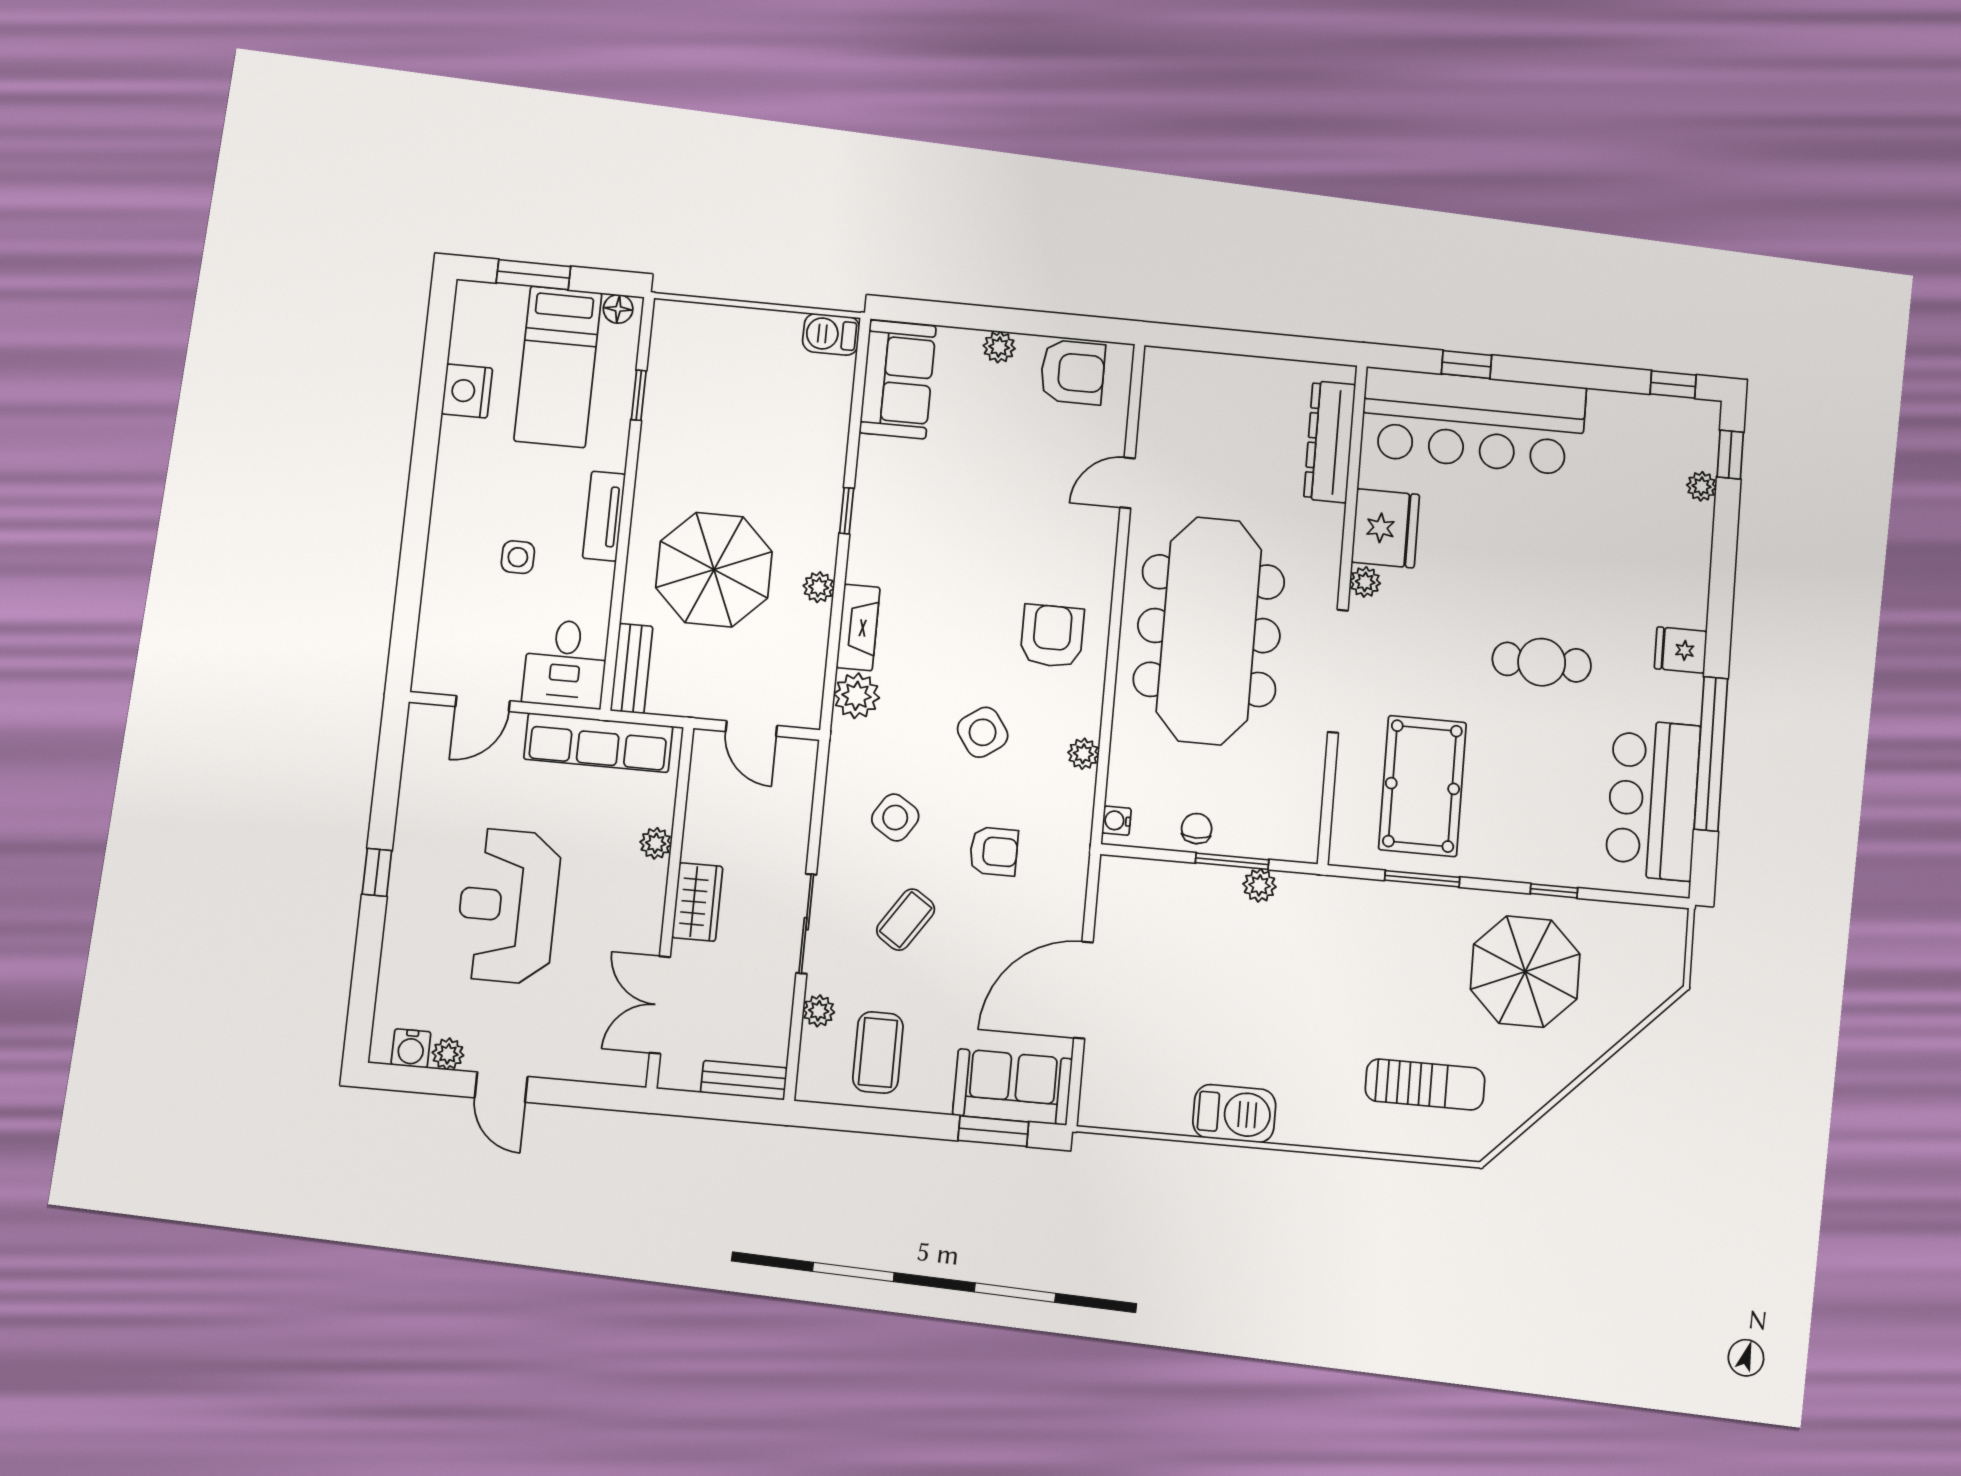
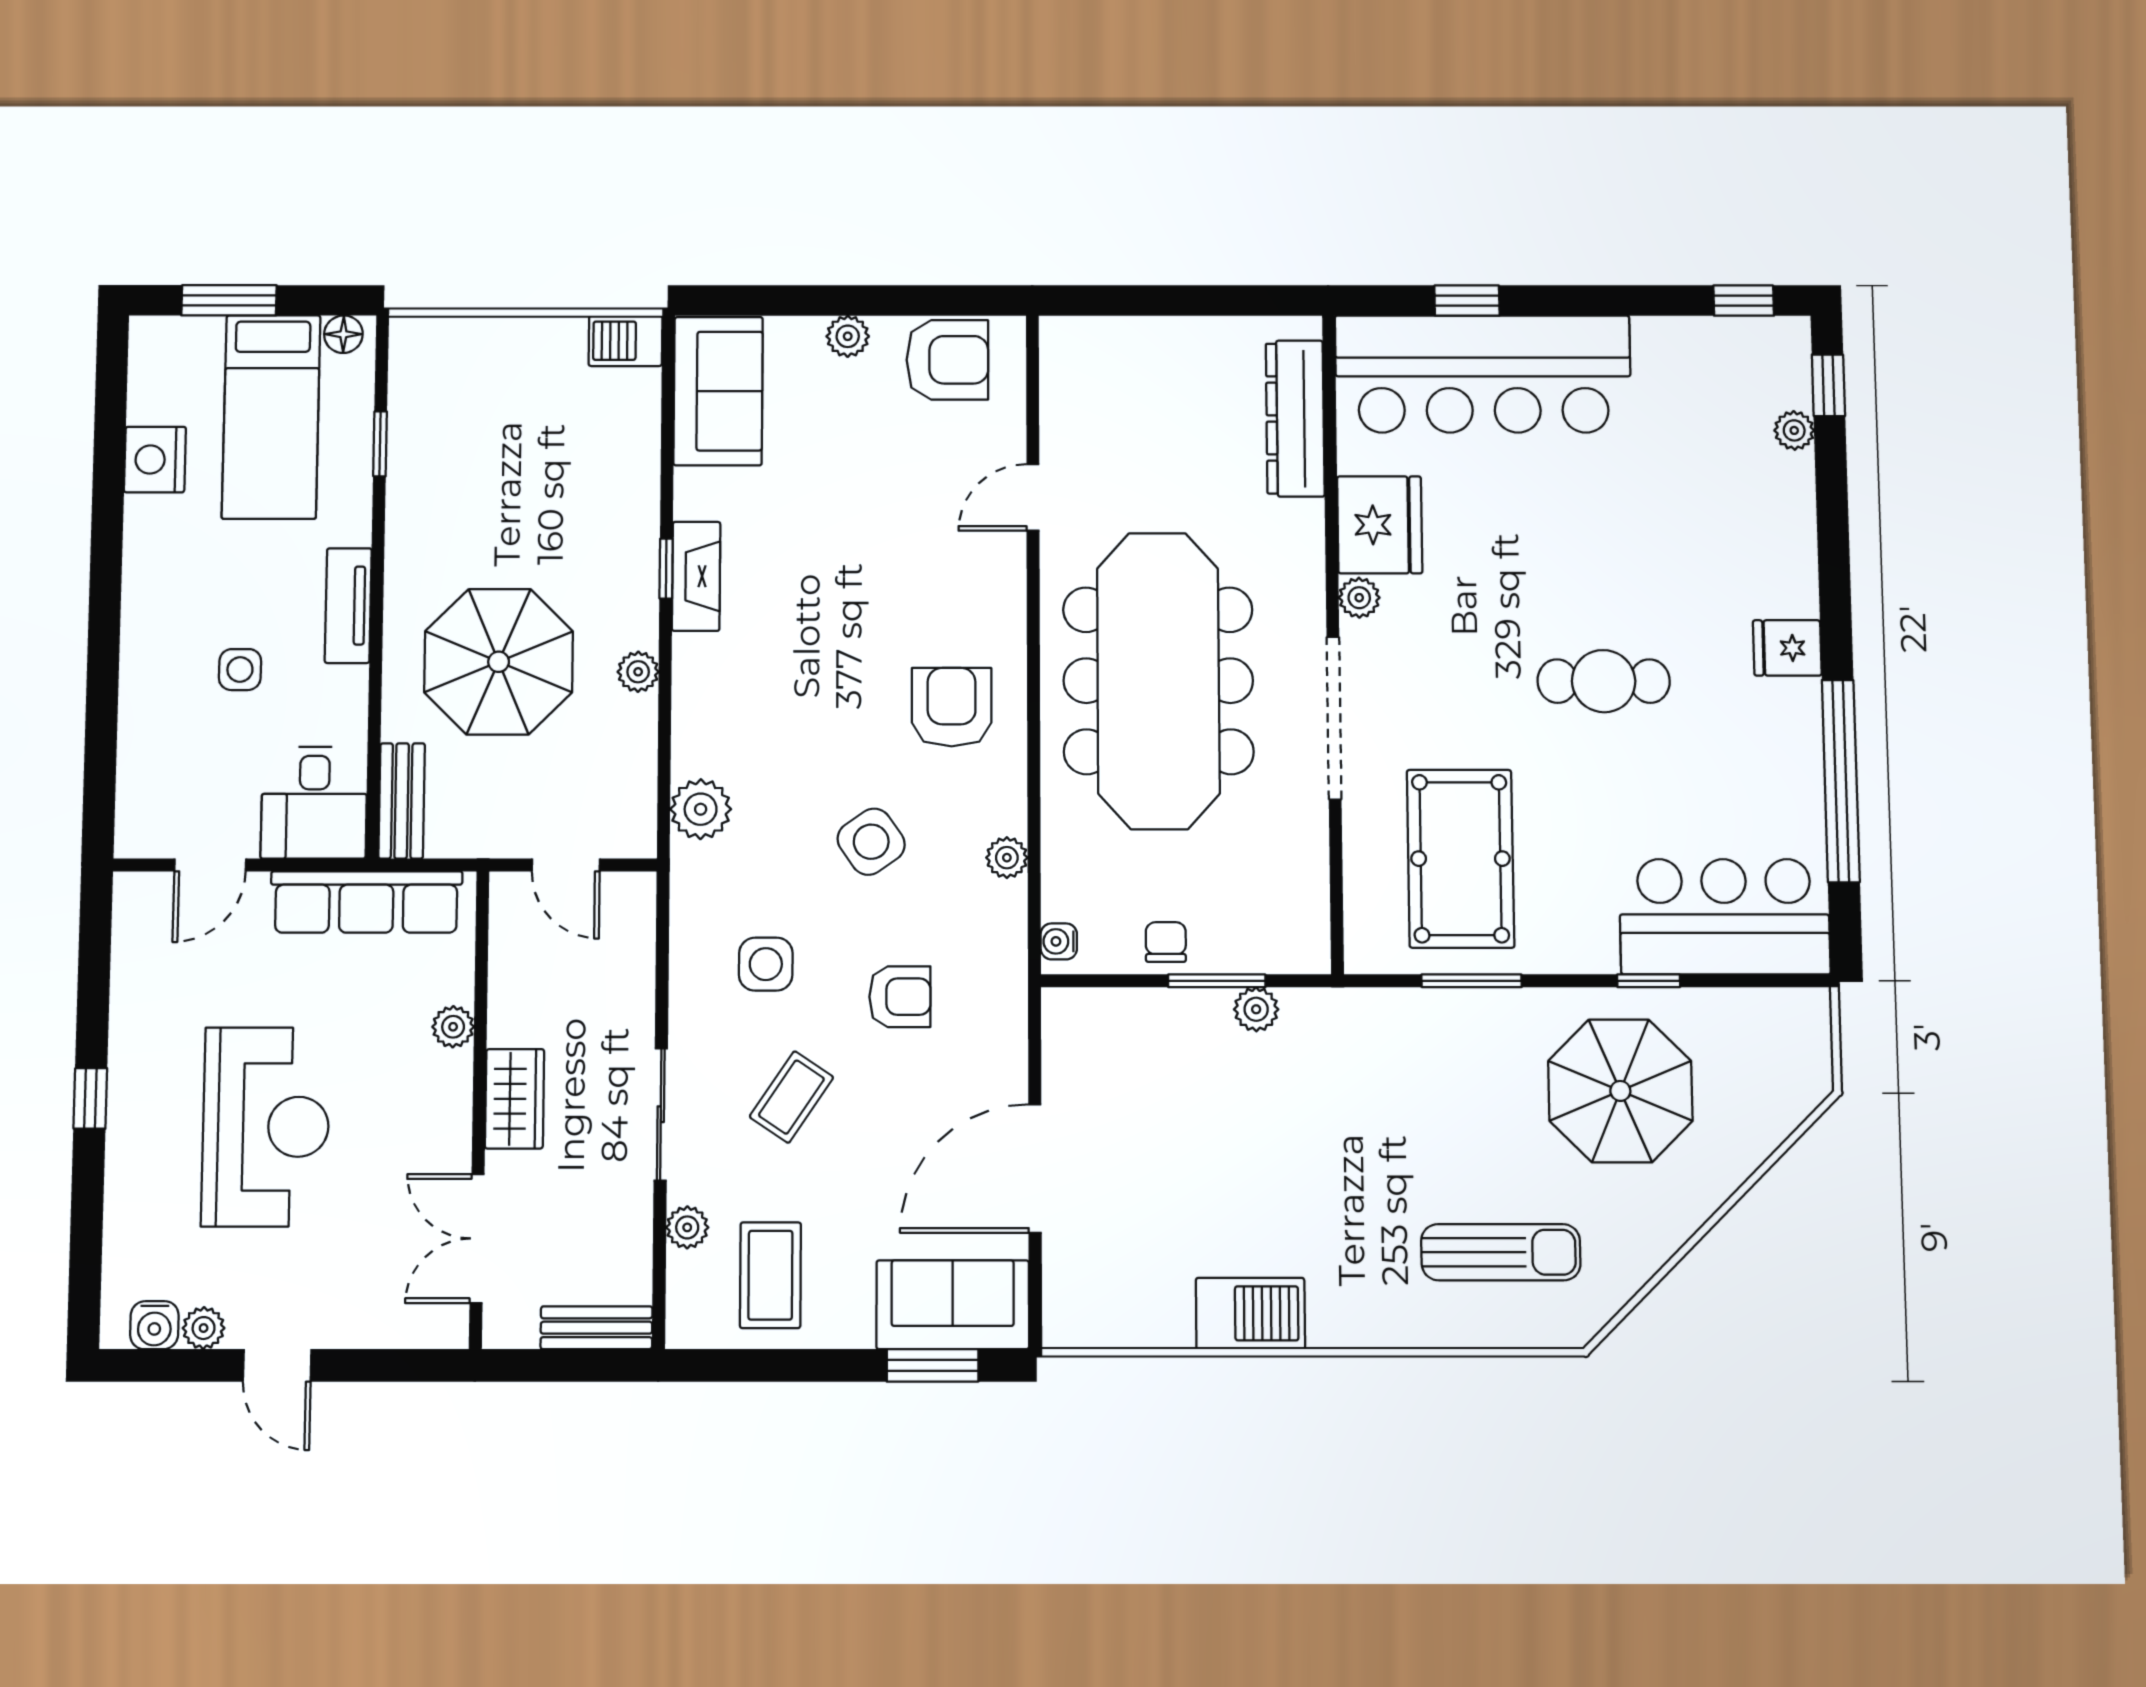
fireplace: (858, 627) -> (696, 576), moved
bar counter: (1653, 800) -> (1724, 917), moved, turned 90
side table: (895, 818) -> (766, 964), turned -33
reception desk: (508, 906) -> (266, 1127), turned 180

